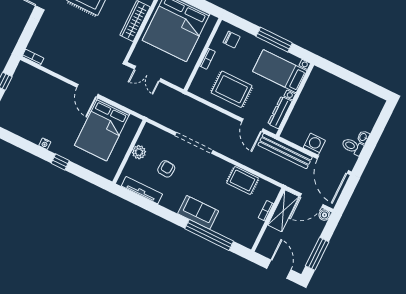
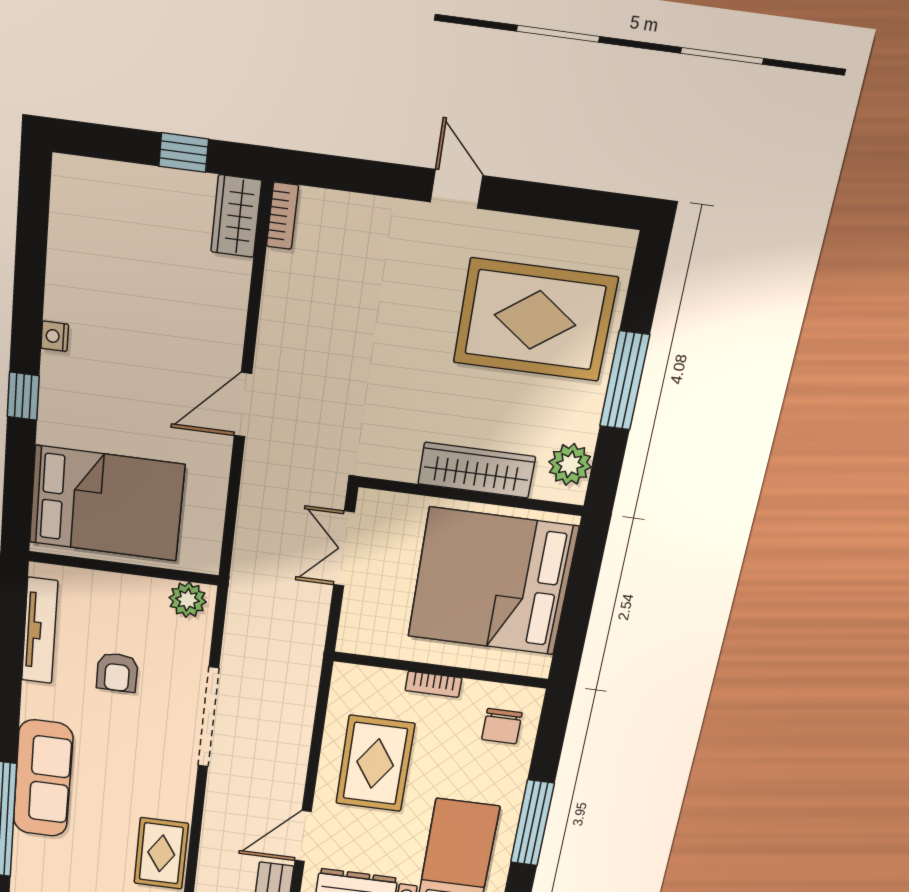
wardrobe: (28, 72) -> (236, 216), added
bed: (102, 130) -> (106, 504), moved, turned 180
plant: (139, 152) -> (188, 600), moved
armchair: (166, 169) -> (117, 672), turned 86
sofa: (198, 212) -> (43, 779), width x1.36

